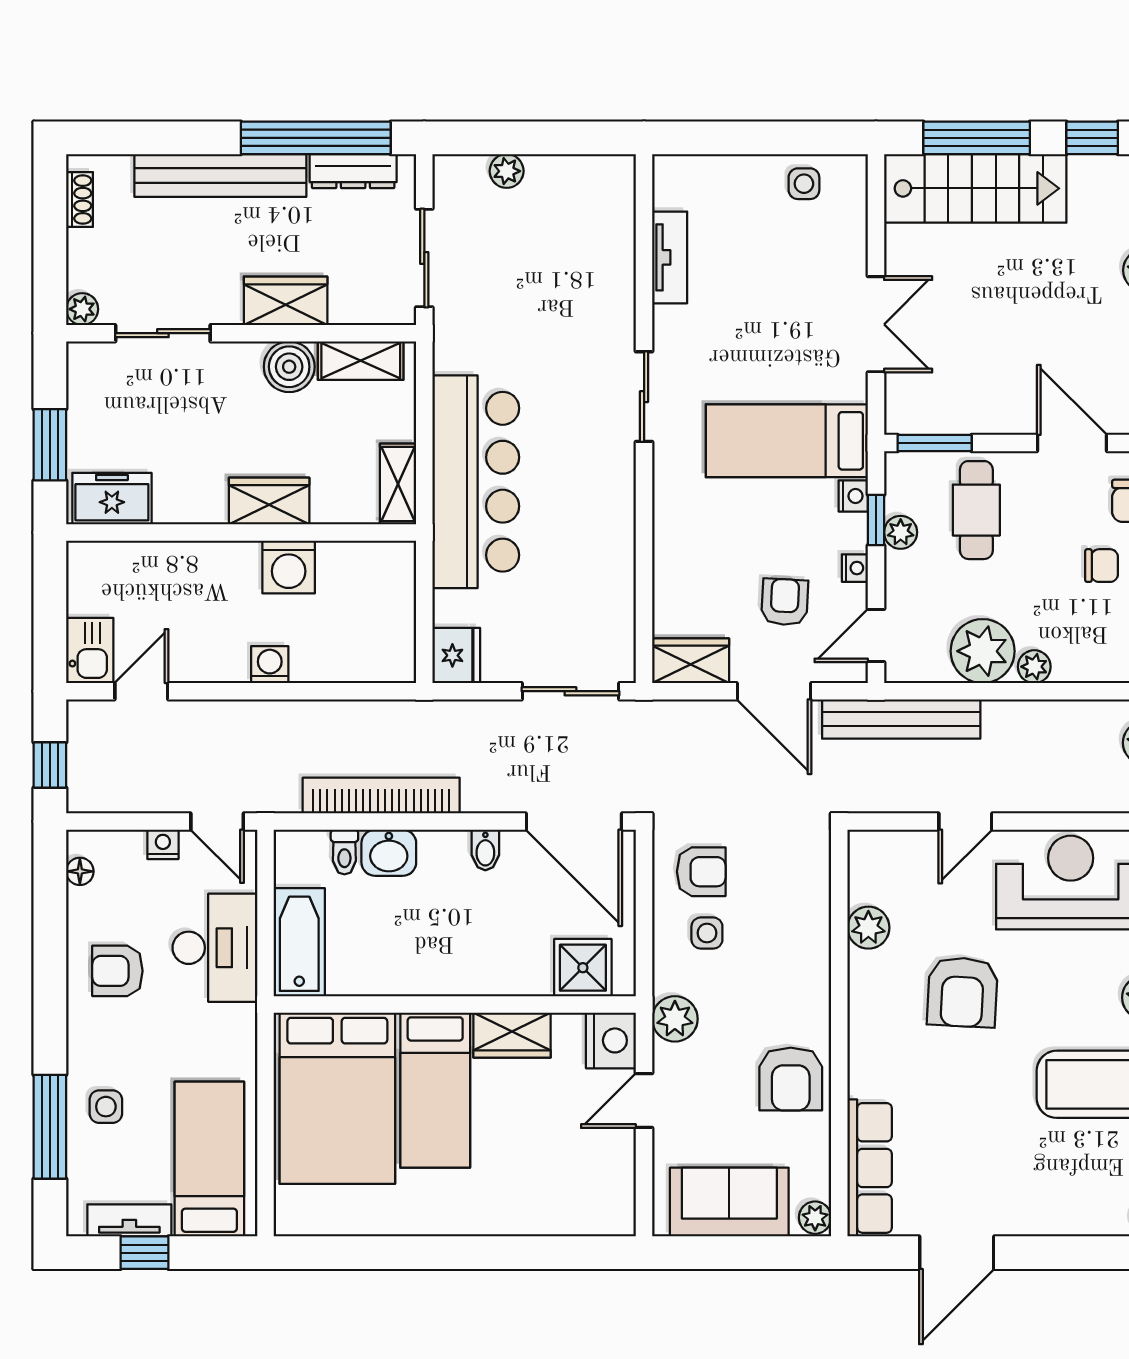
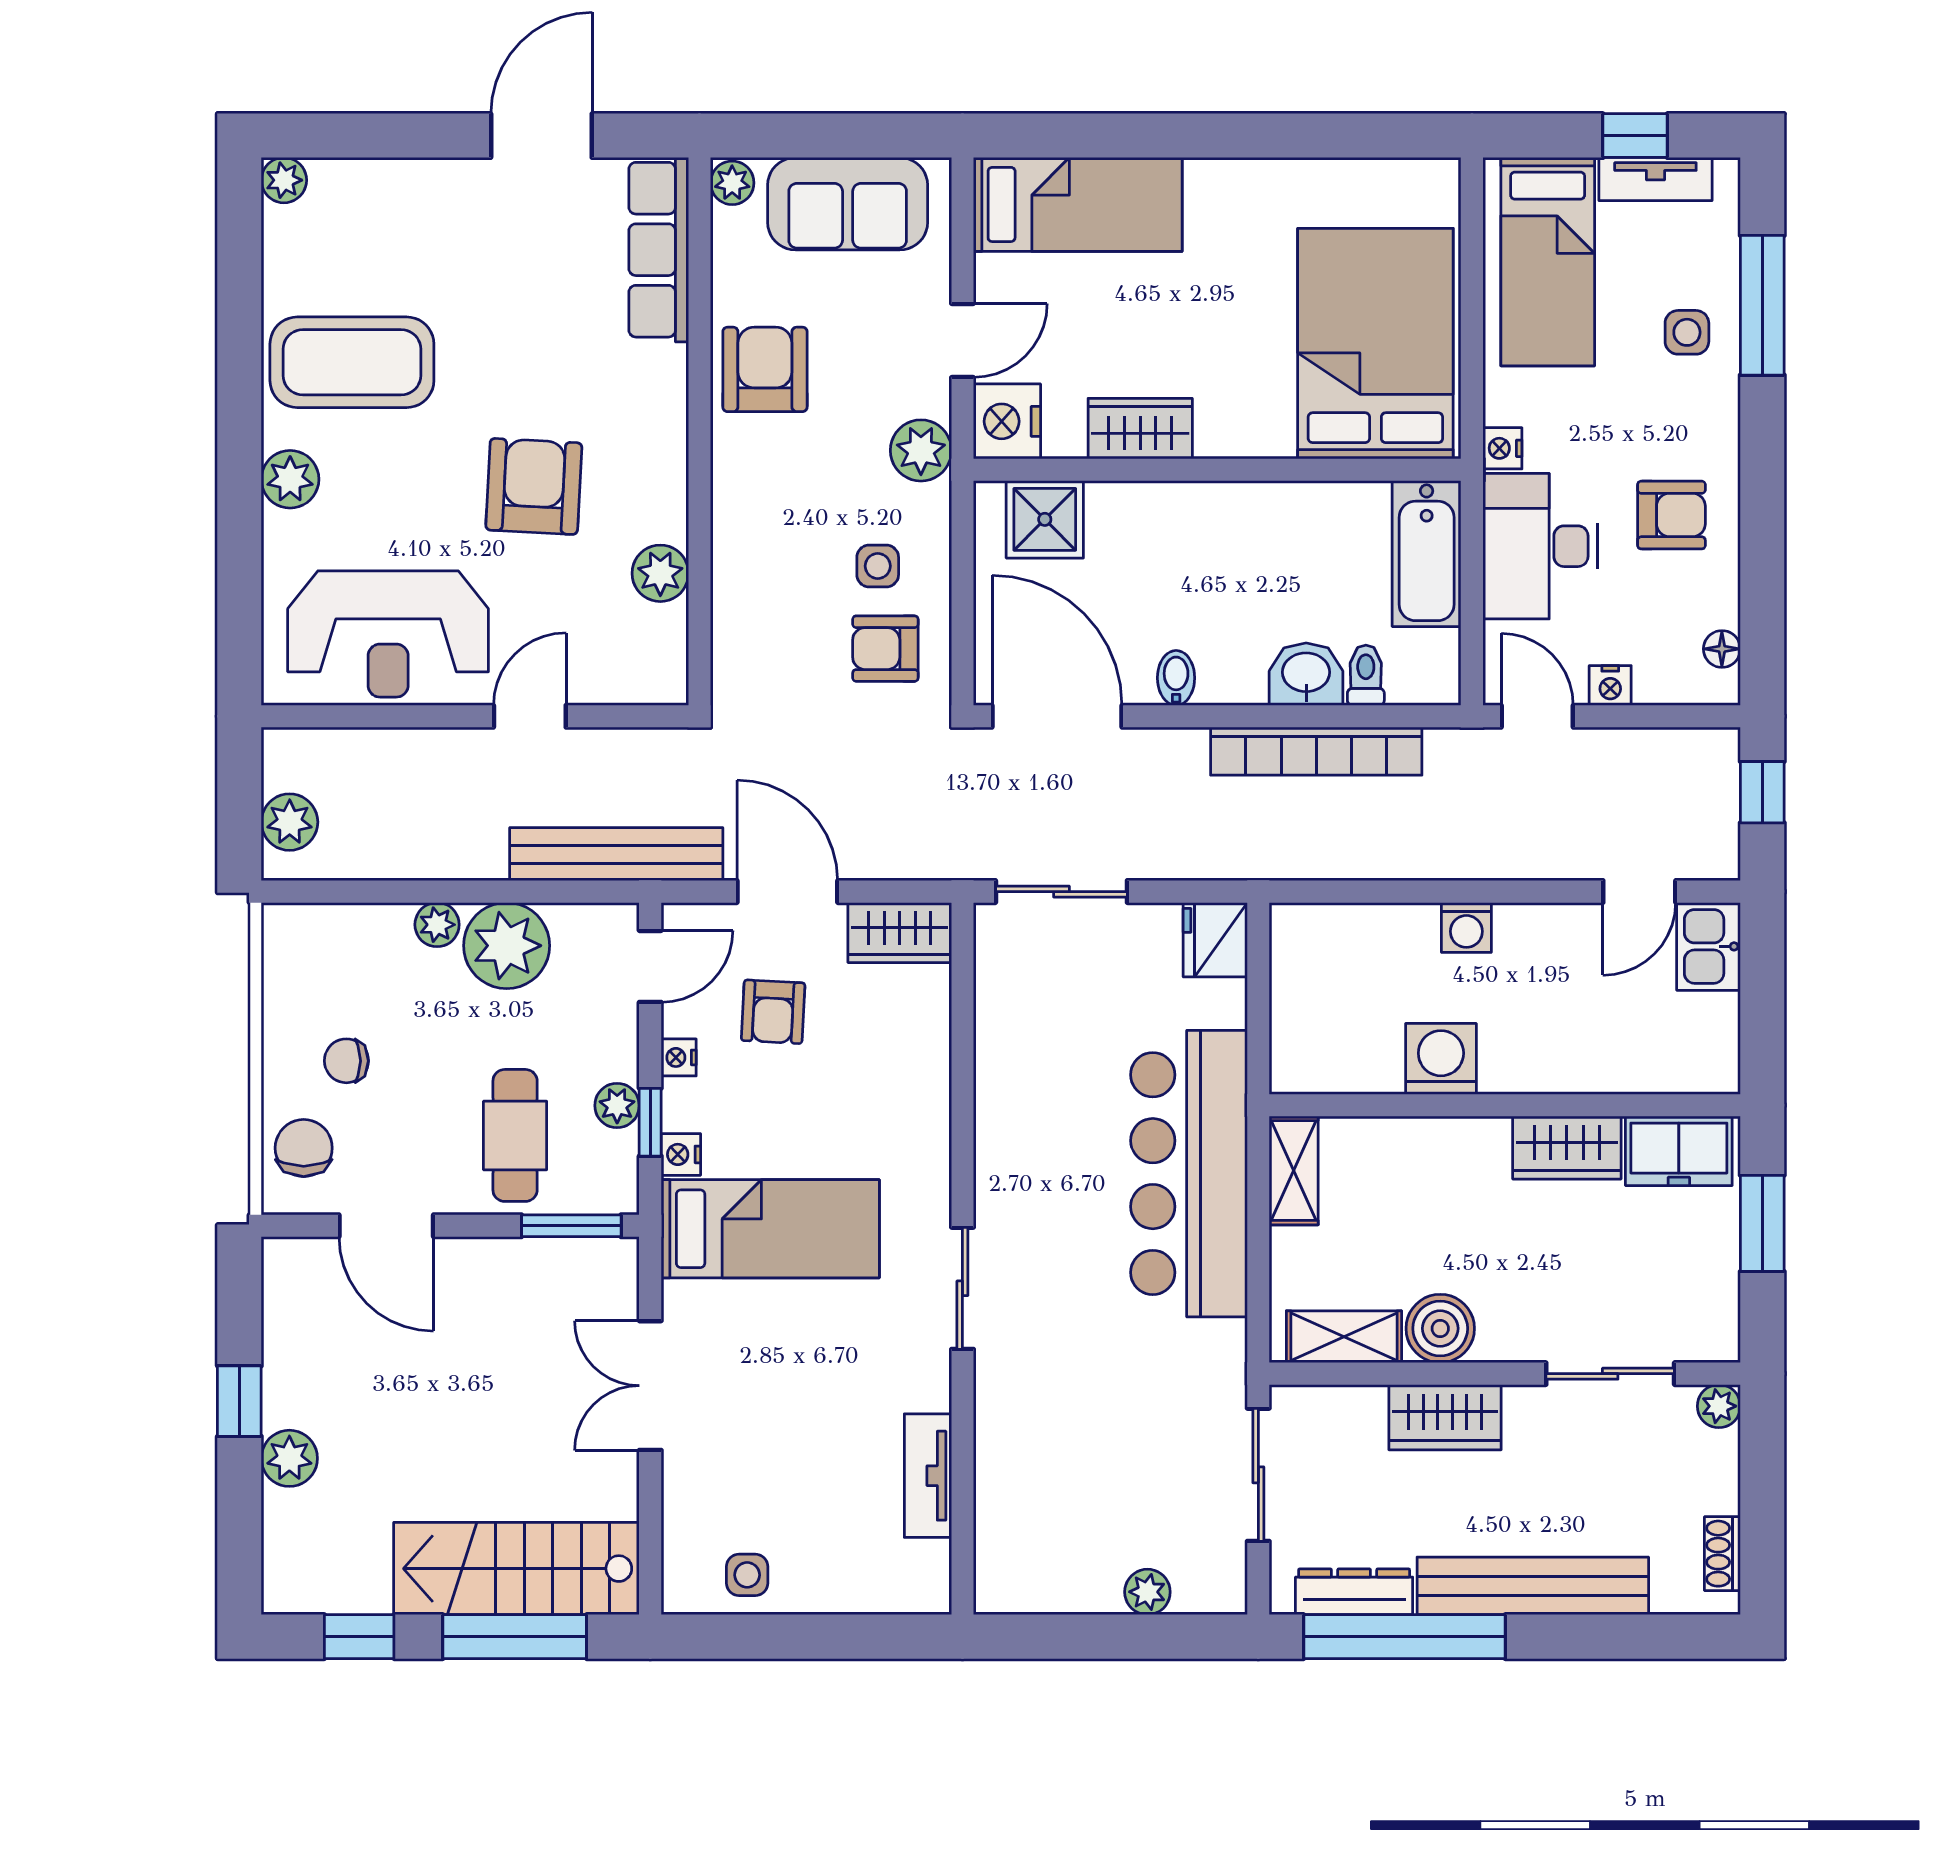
wardrobe: (269, 501) -> (1567, 1148), moved
nightstand: (243, 1020) -> (1502, 448), added
bed: (435, 1090) -> (1078, 204), moved, turned 90

